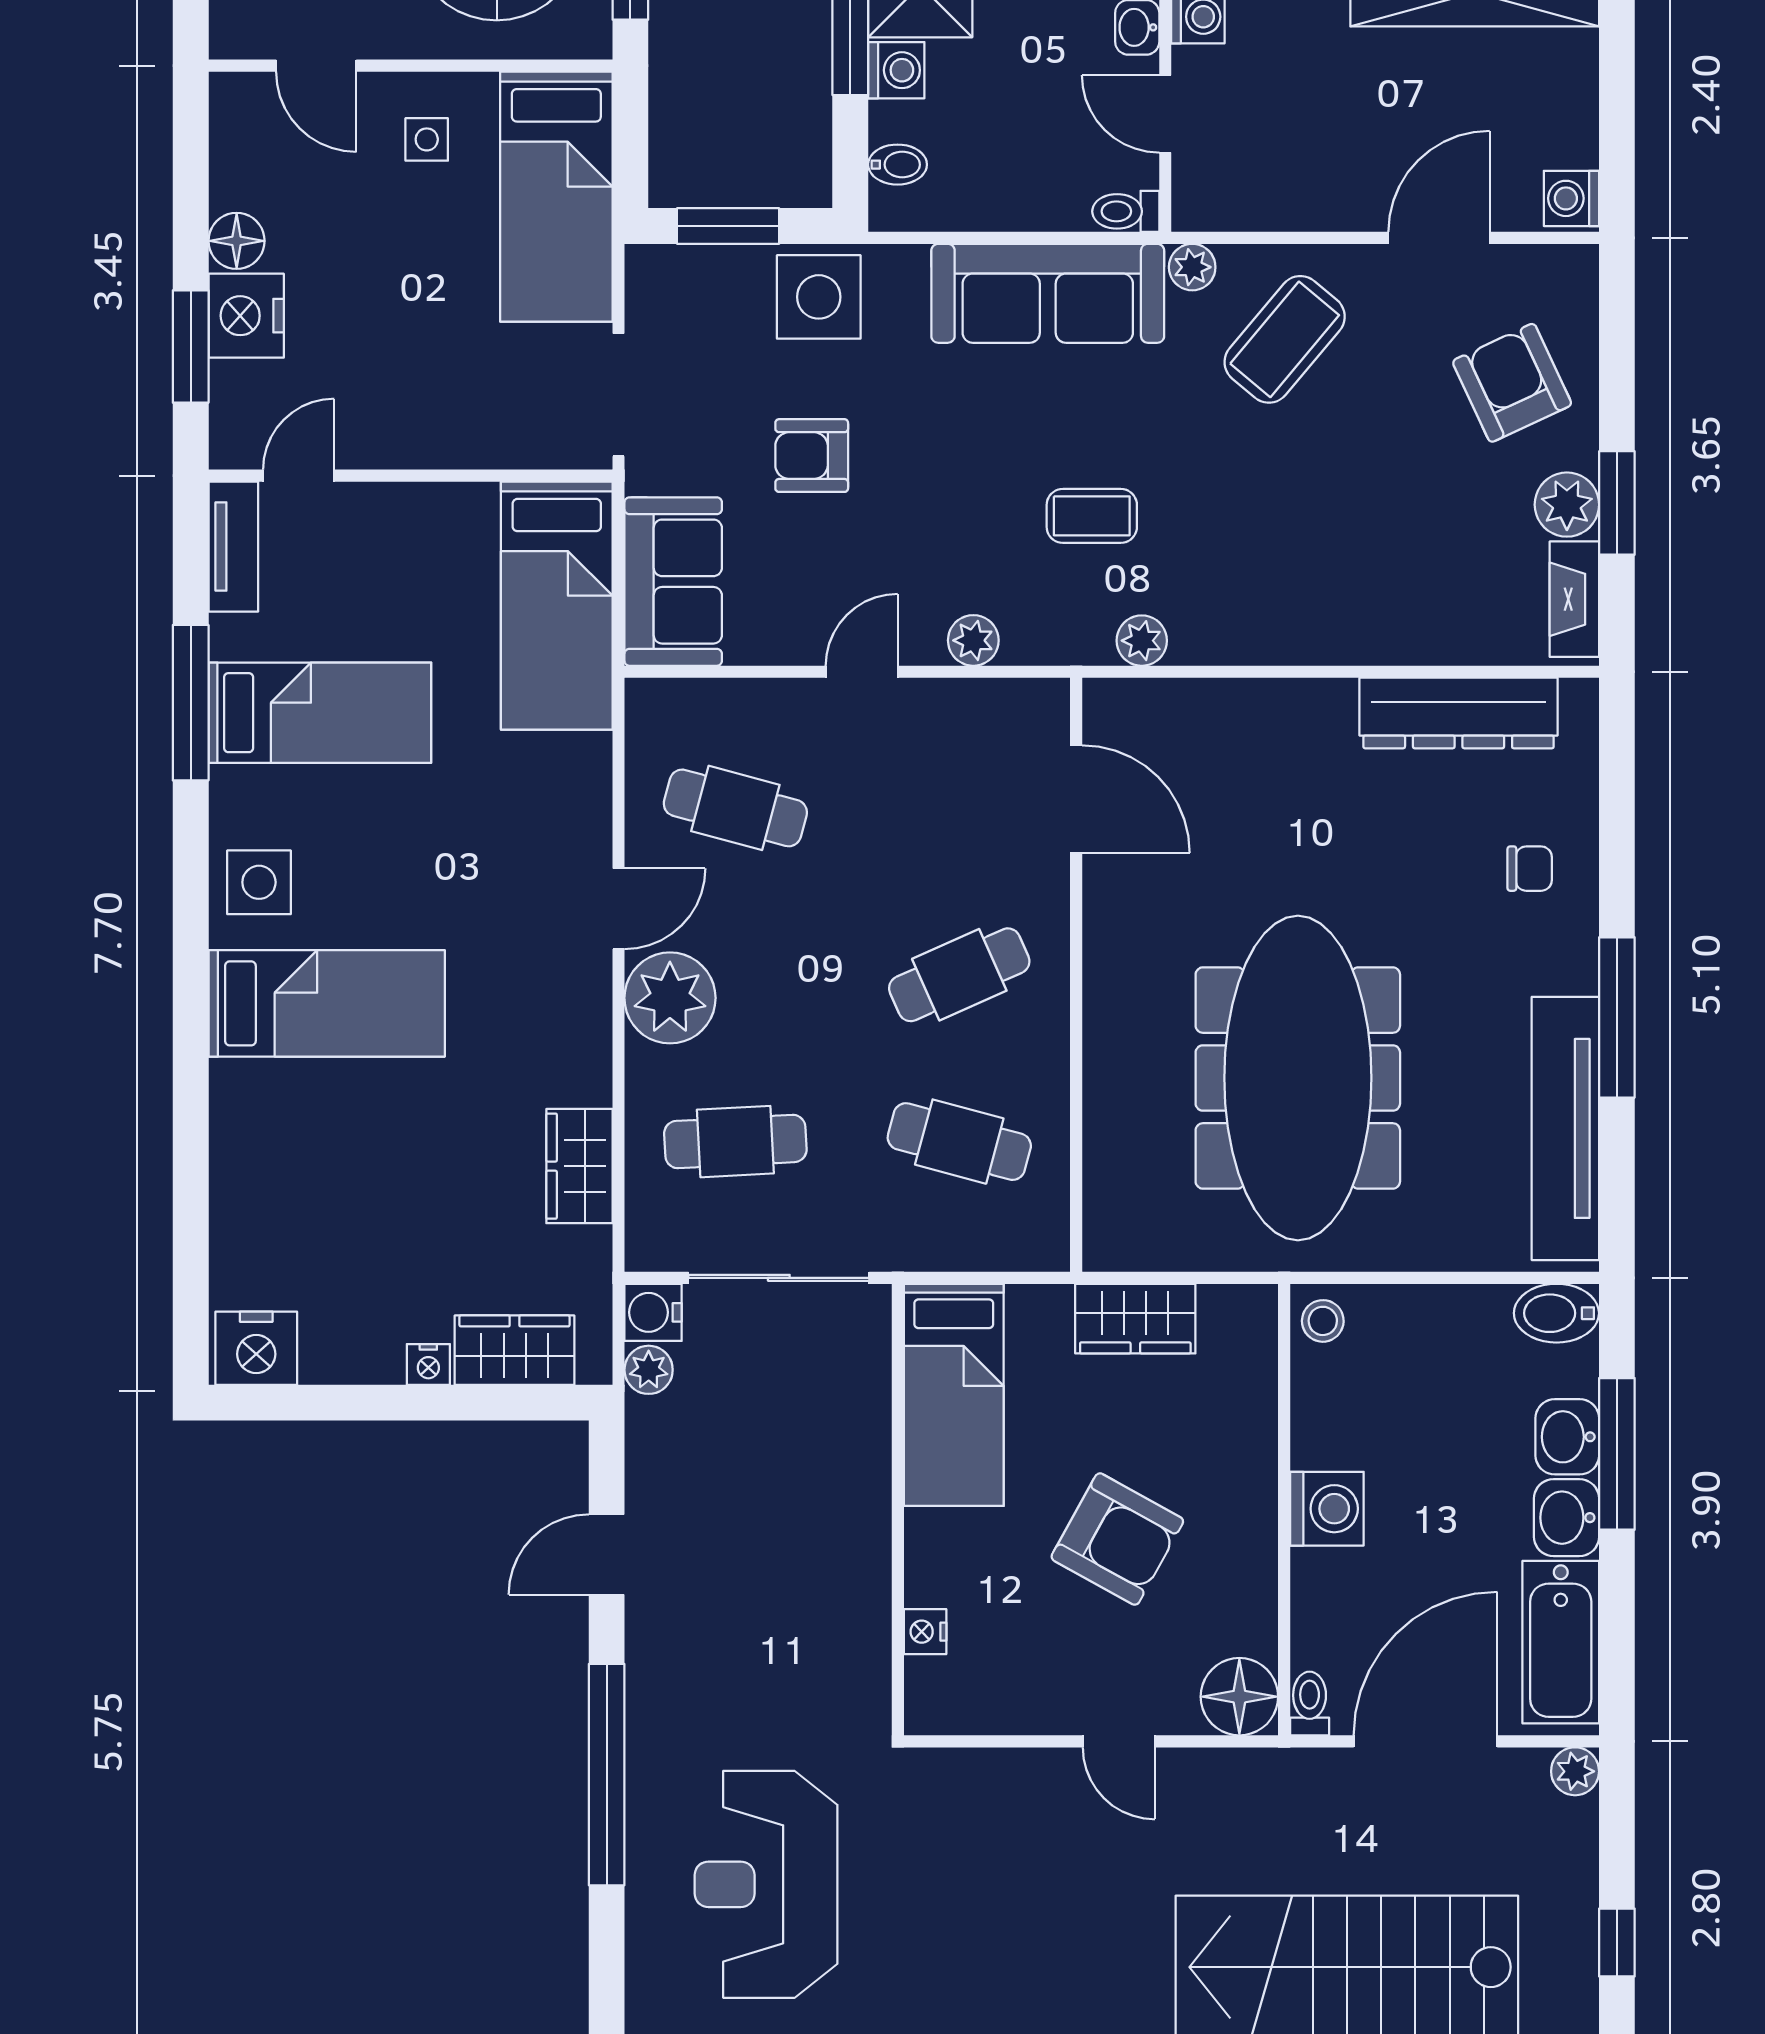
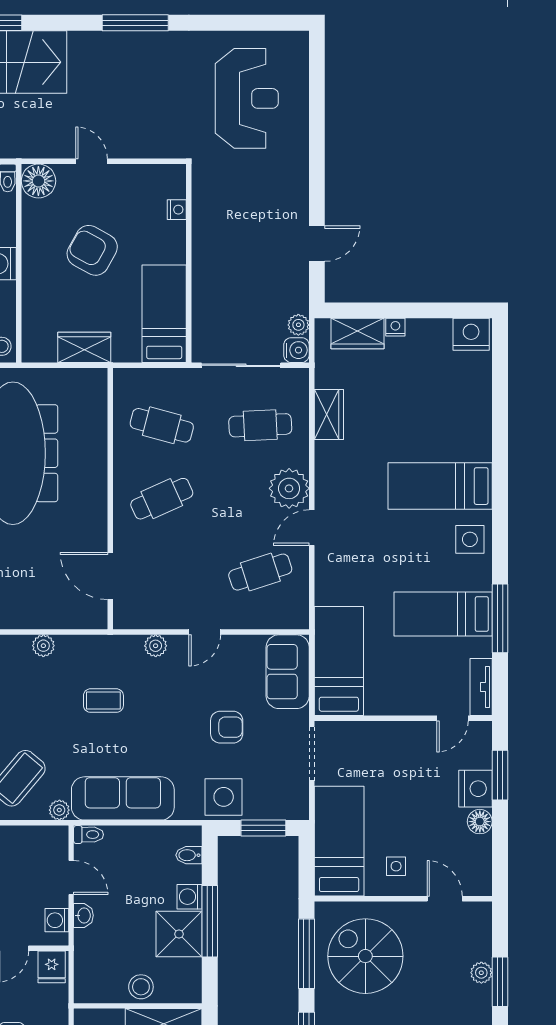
plant: (1142, 641) -> (43, 646), moved
cafe table: (735, 808) -> (260, 572), turned -33
window: (607, 1775) -> (317, 147), removed

